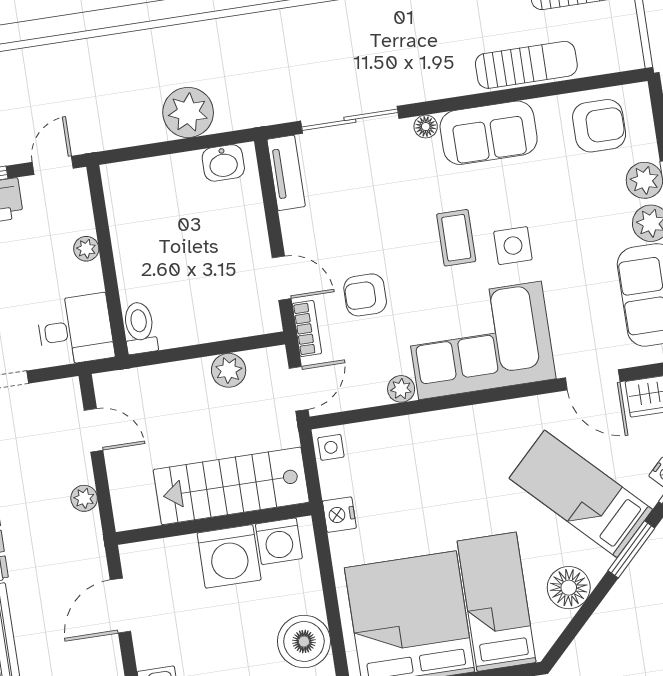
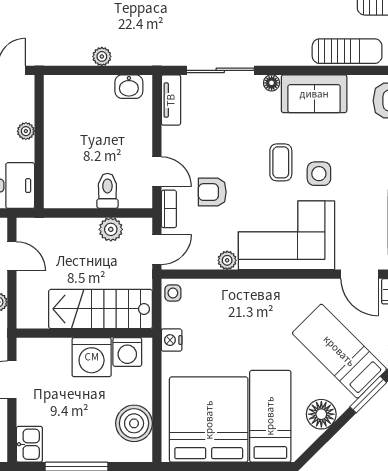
plant: (188, 112) -> (102, 56), width x0.53, depth x0.53
toilet: (140, 328) -> (107, 191), moved

